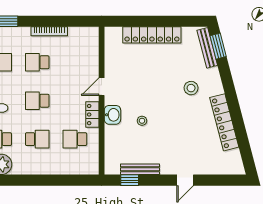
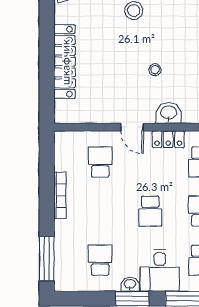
school desk: (37, 62) -> (100, 162), moved, turned 180
stool: (142, 121) -> (155, 70), moved

